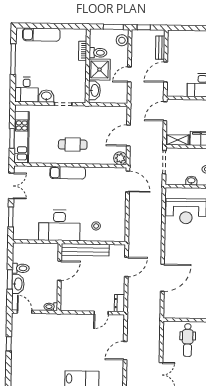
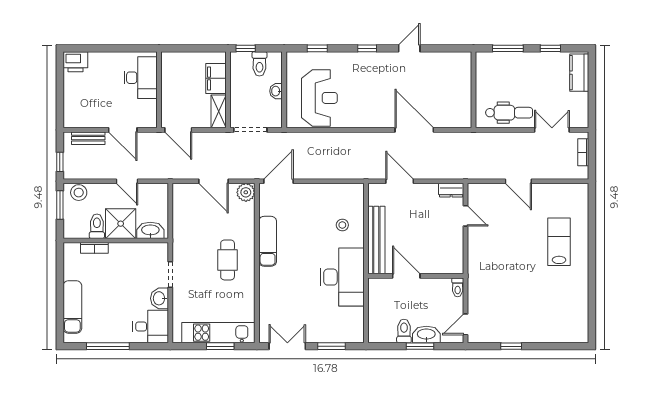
exam couch: (68, 173) -> (268, 241), moved
dental chair: (188, 340) -> (509, 113), moved

